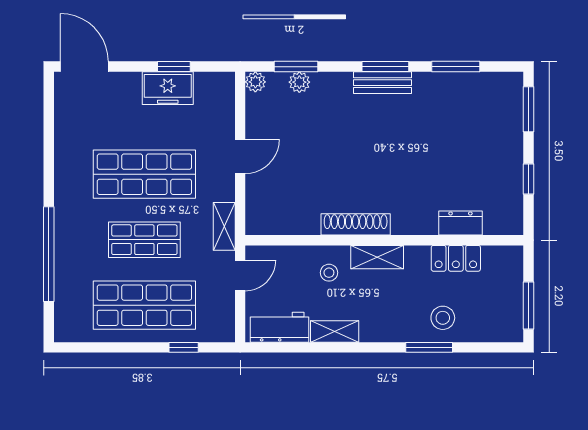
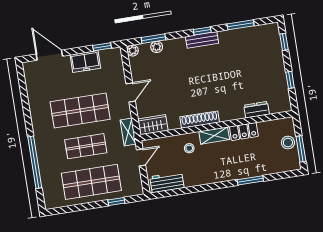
door: (84, 67) -> (49, 55), moved
window: (174, 67) -> (102, 47), moved
window: (385, 67) -> (202, 31), width x0.67
window: (529, 109) -> (284, 42), width x0.67
wardrobe: (271, 220) -> (153, 125), added
locker: (456, 258) -> (244, 132), moved
stool: (443, 318) -> (288, 143), moved
shelving: (335, 331) -> (197, 180), removed

